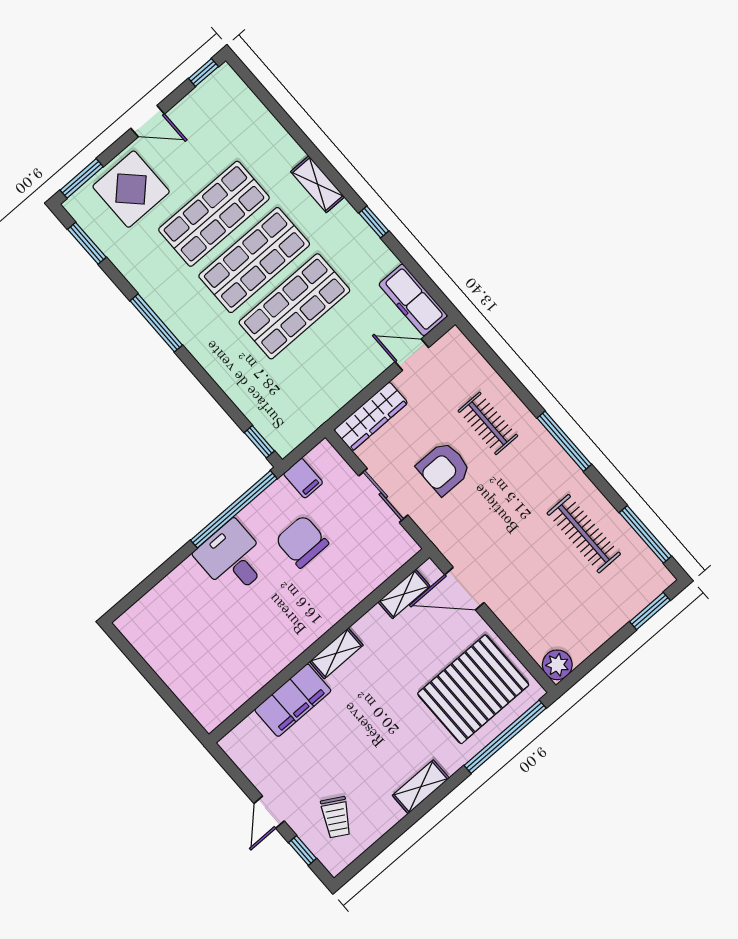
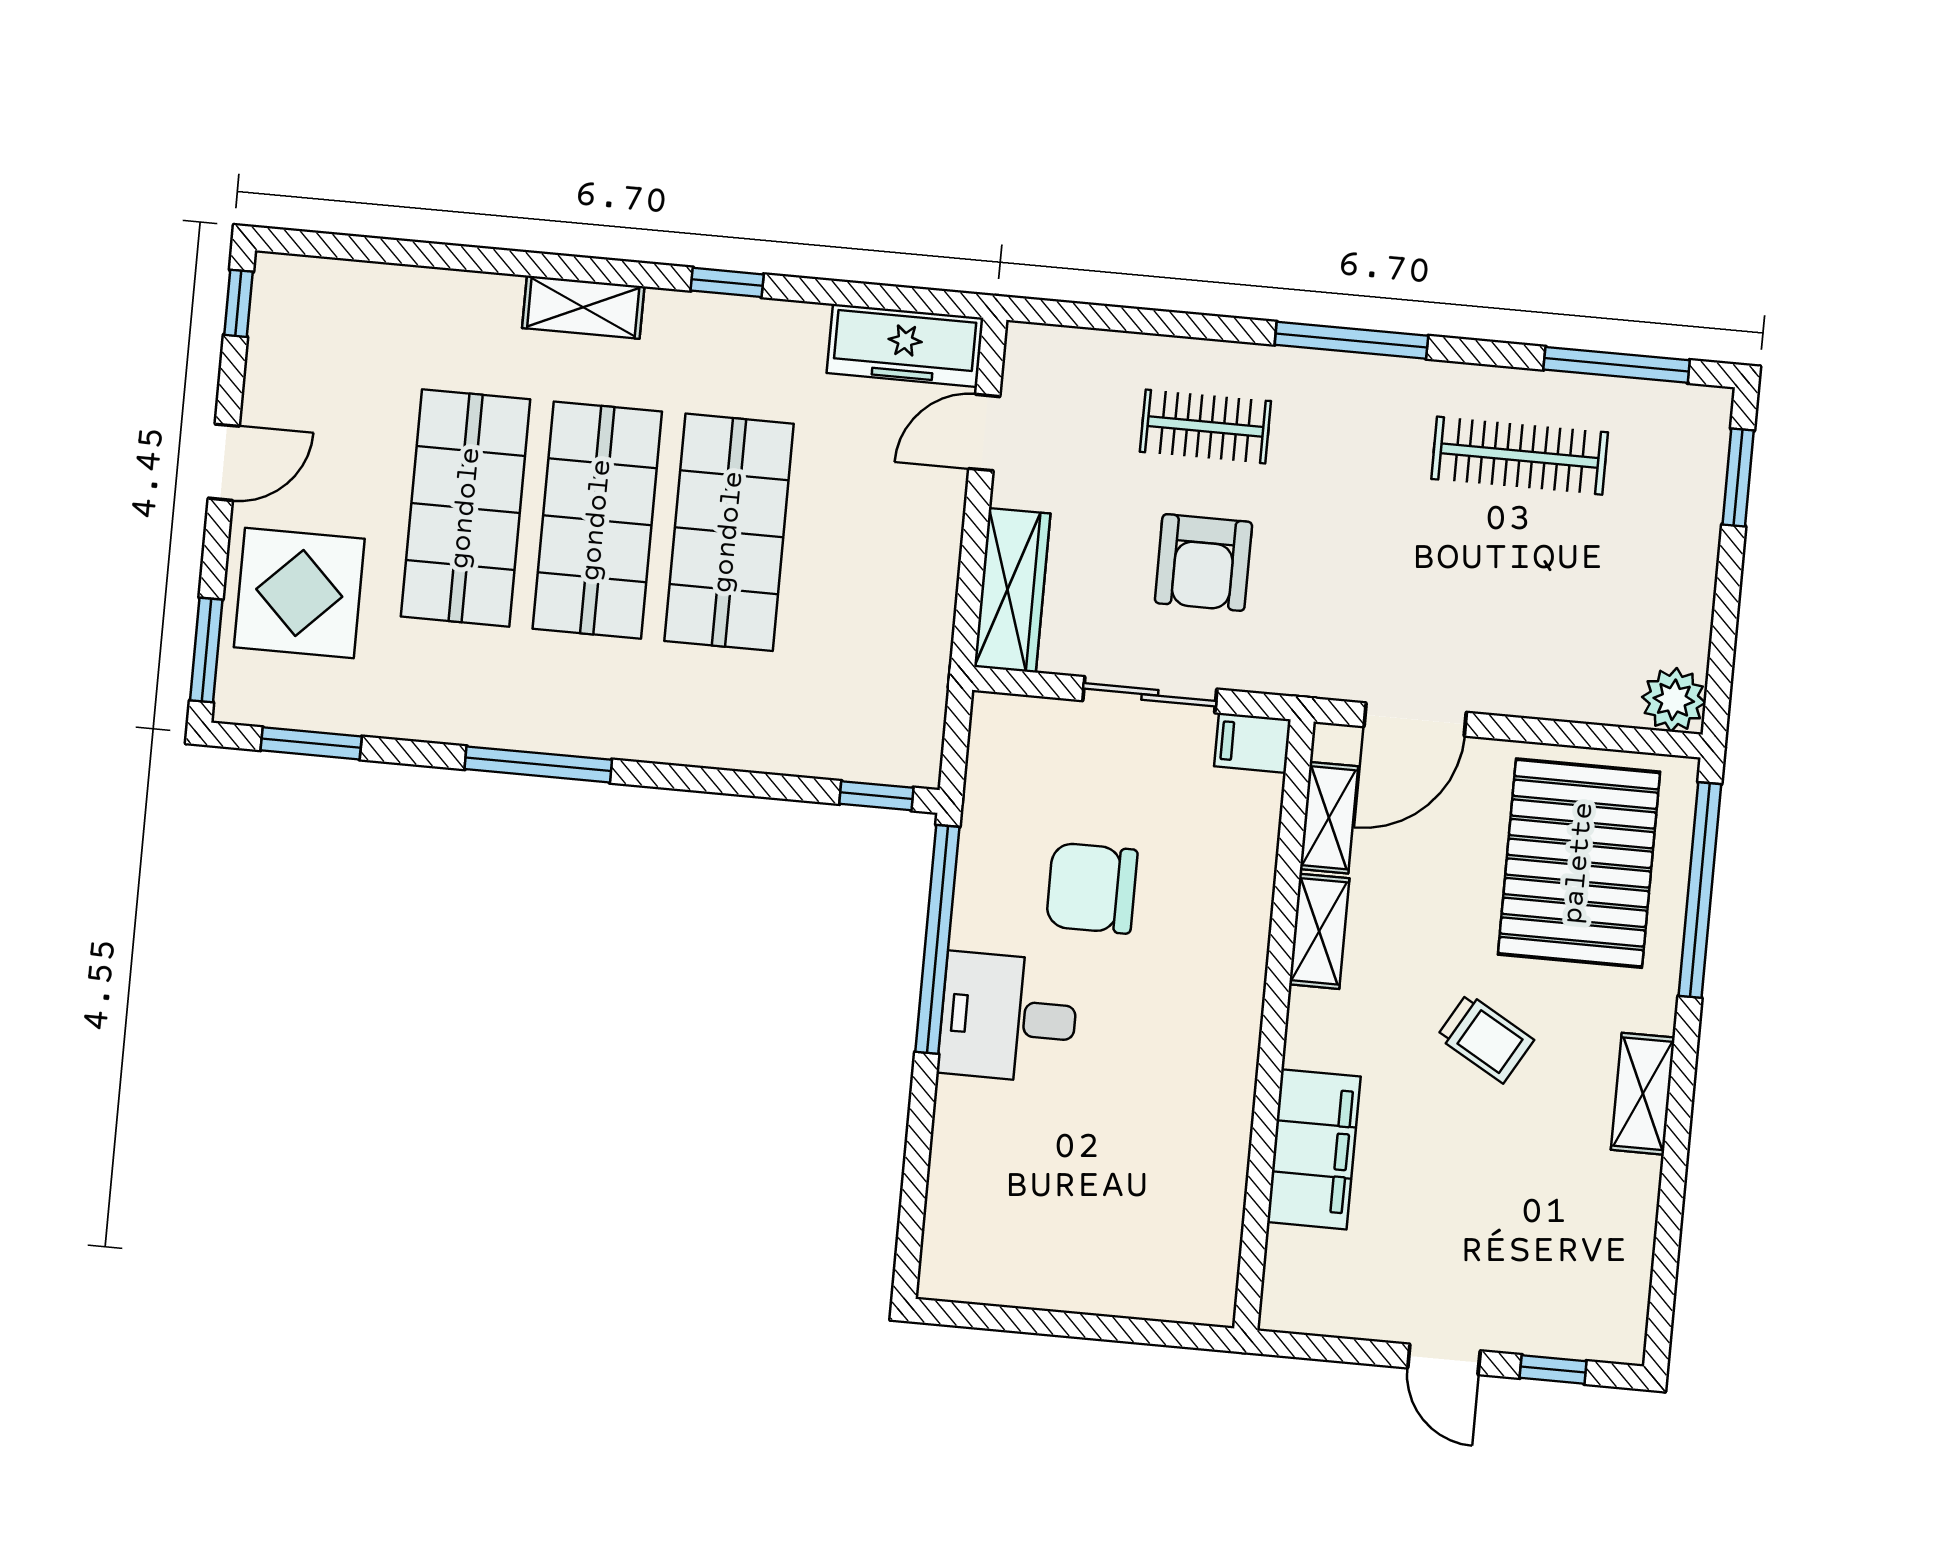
filing cabinet: (303, 478) -> (1252, 743), moved, turned 180
shelving: (336, 653) -> (1319, 931), moved
trolley: (336, 817) -> (1485, 1038), moved

